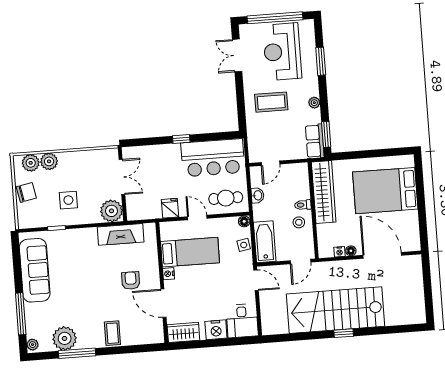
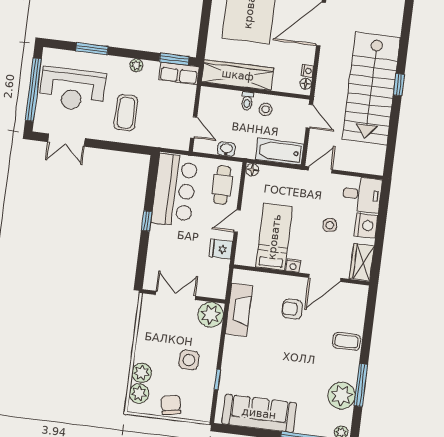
side table: (244, 245) -> (330, 225), moved
floor lamp: (351, 251) -> (306, 84), moved

